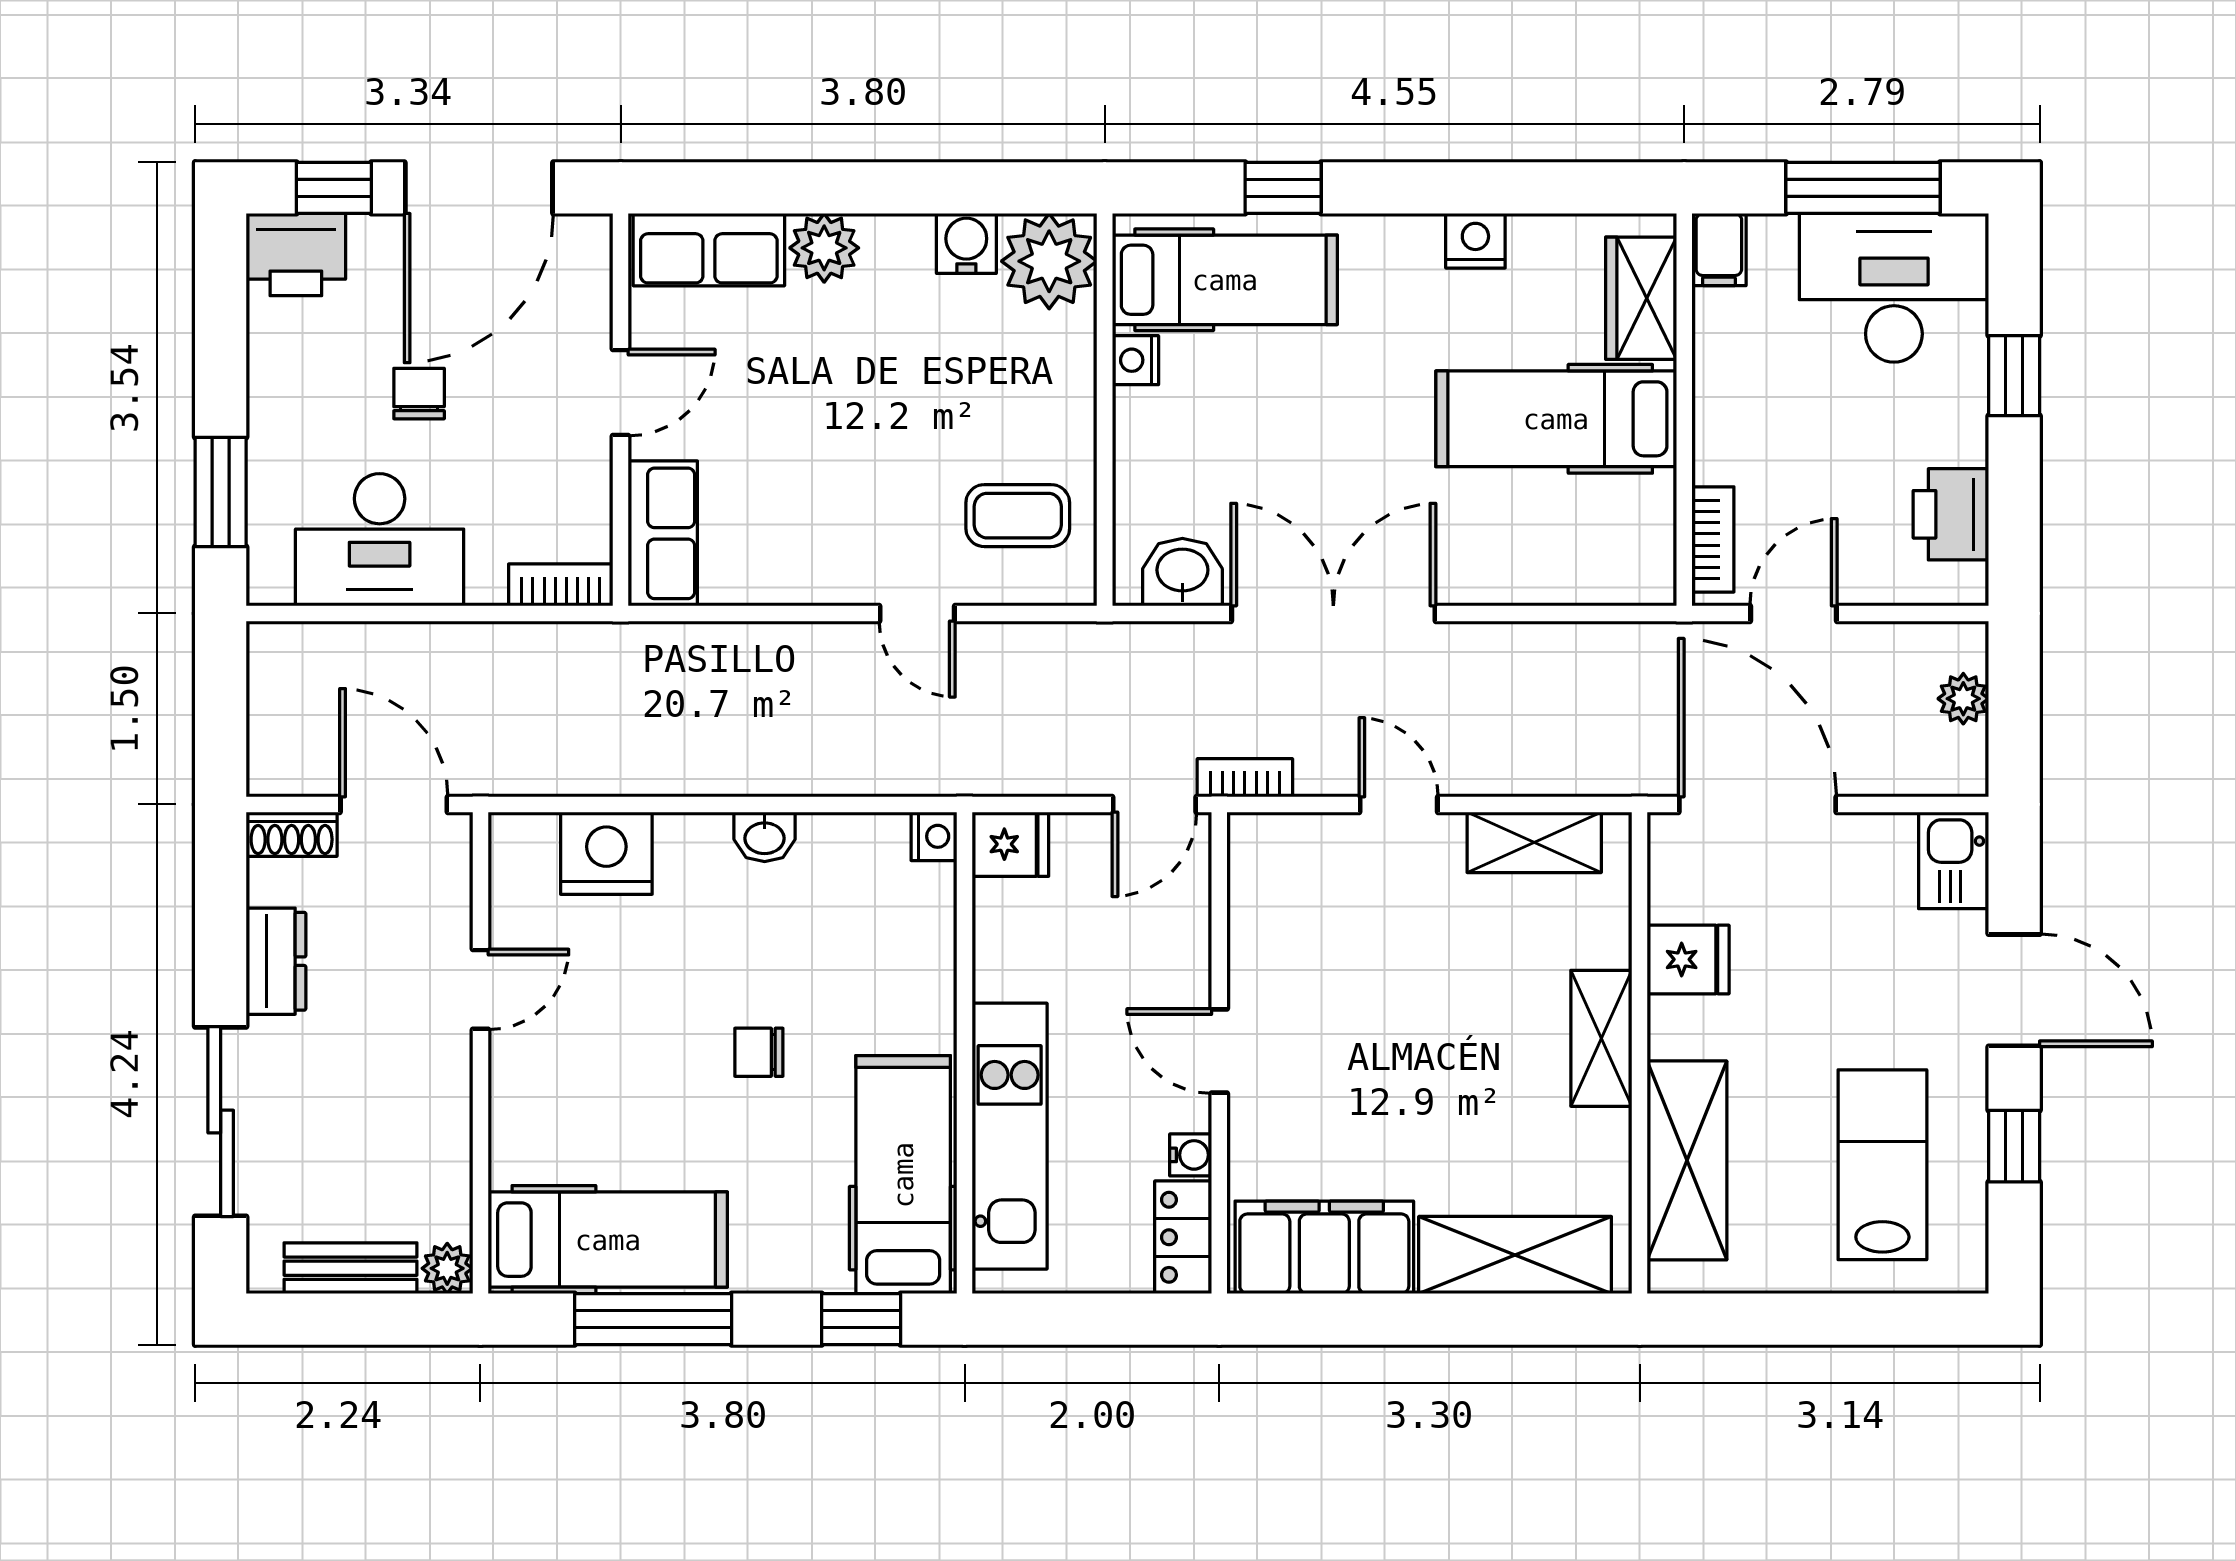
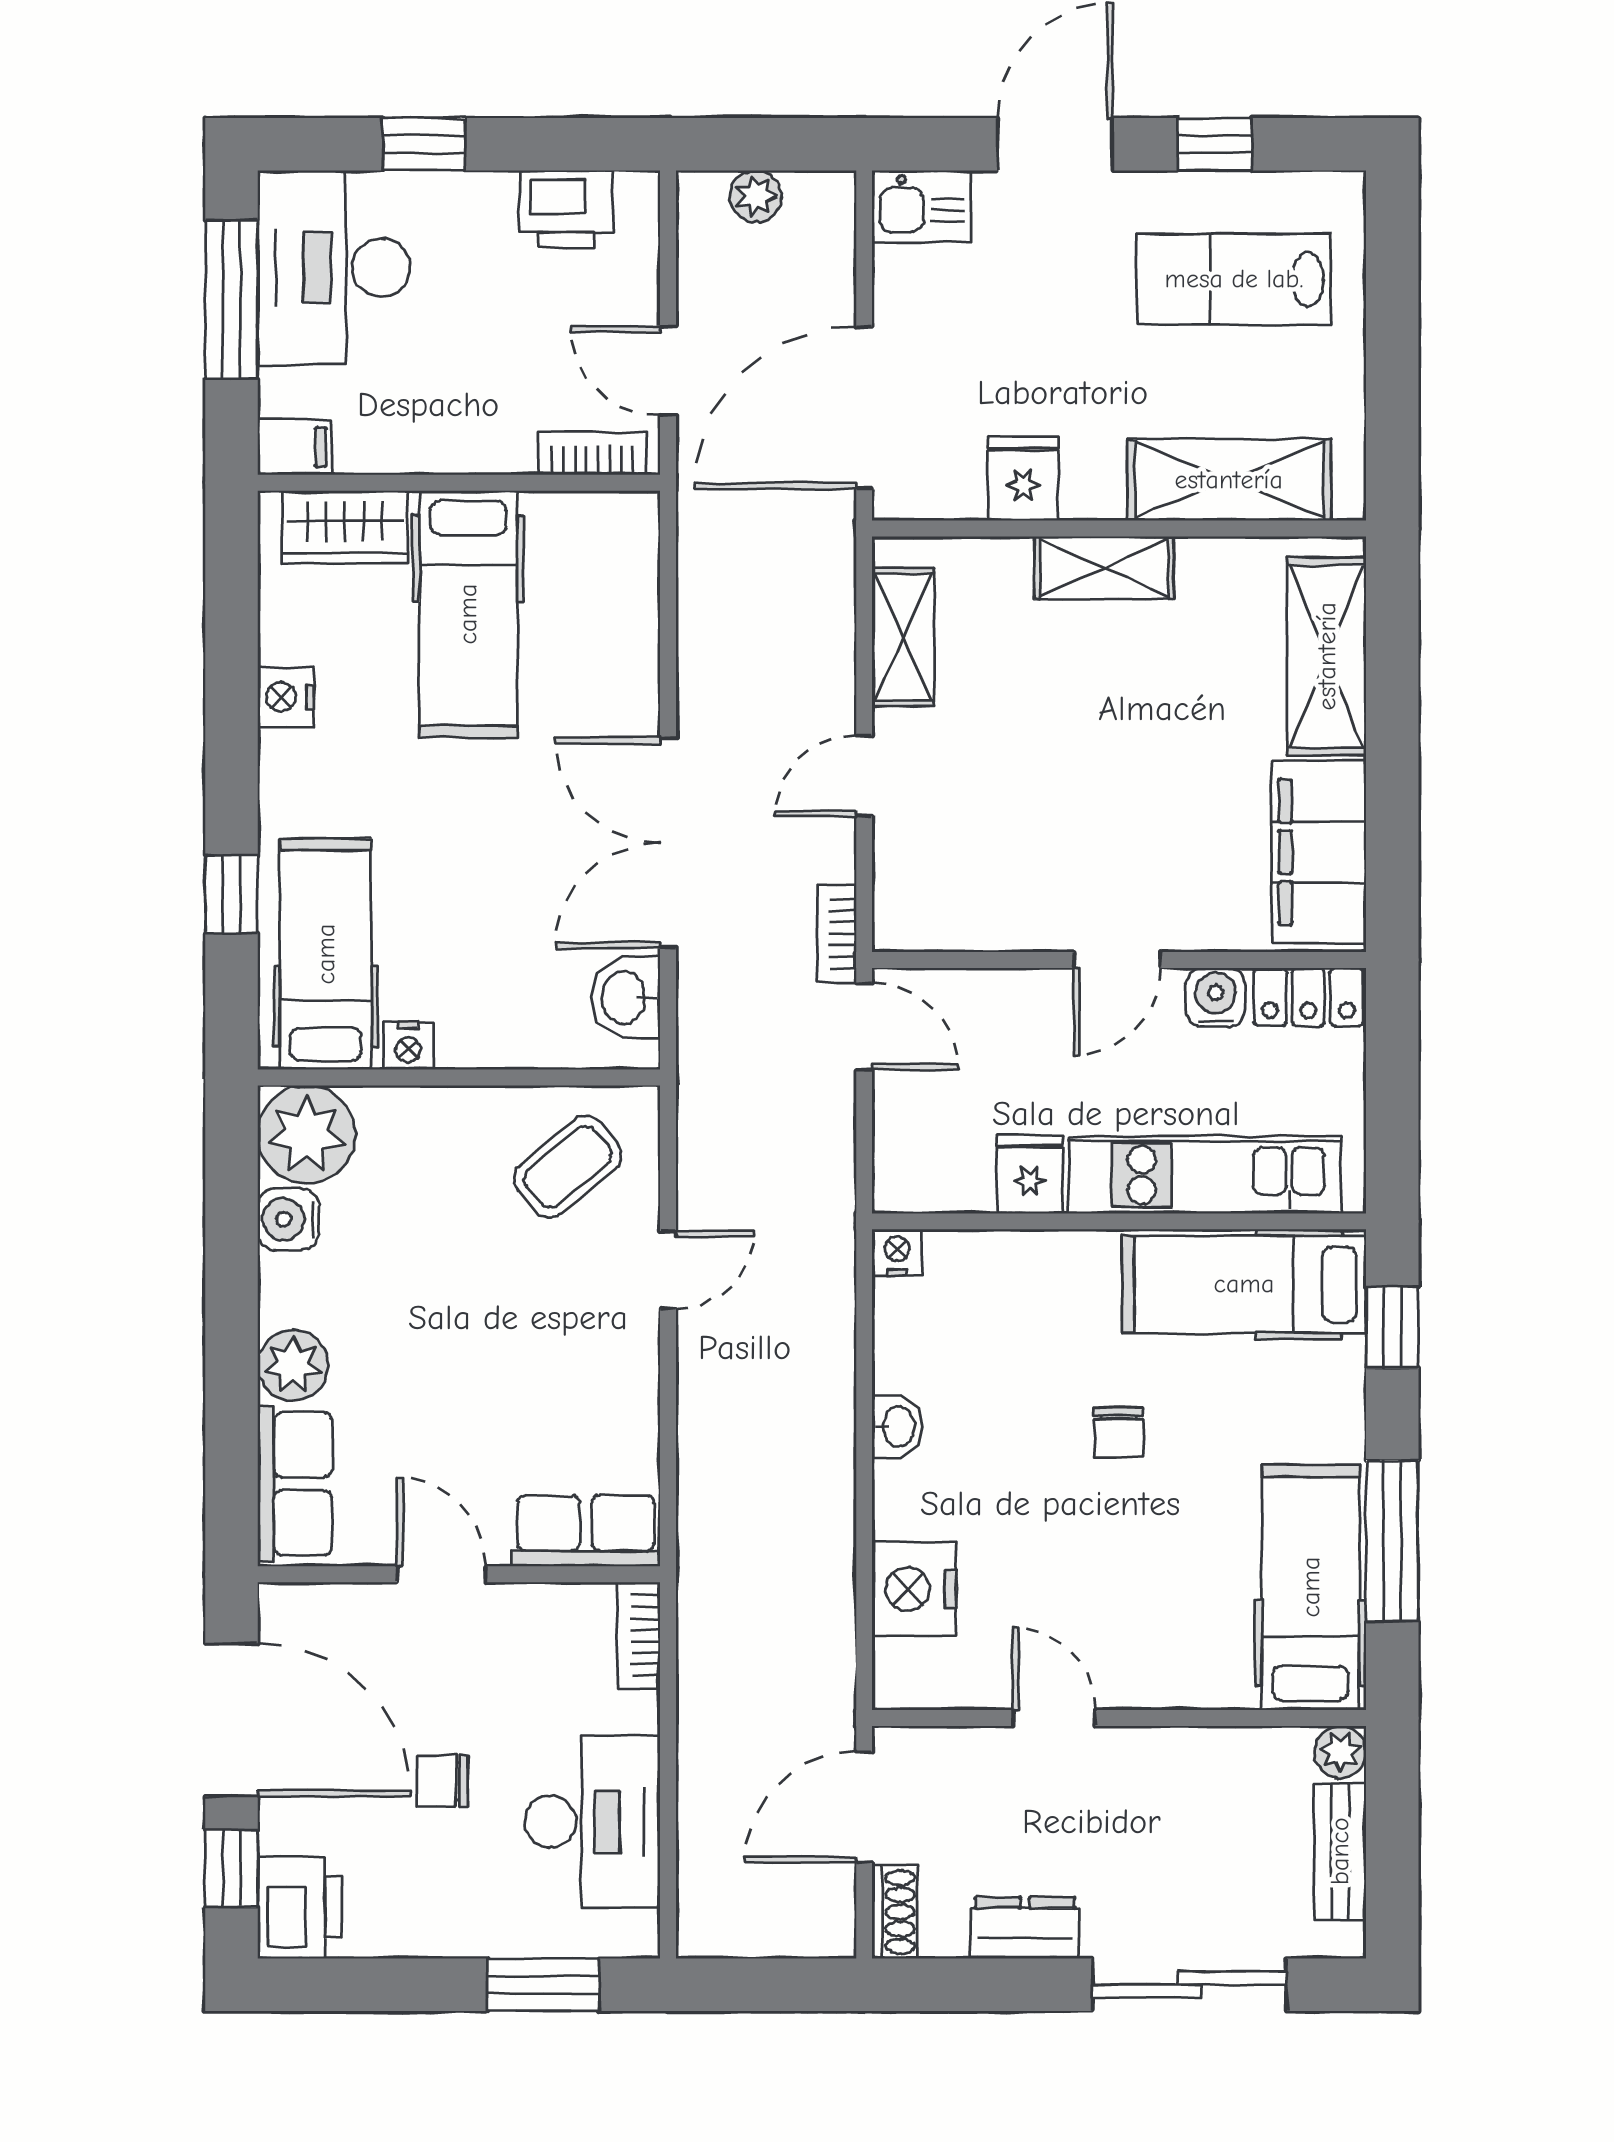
coffee table: (1018, 516) -> (568, 1167), turned 50
fridge: (1010, 844) -> (1030, 1174), moved
water cooler: (1191, 1155) -> (1216, 998), width x1.38, depth x1.38

